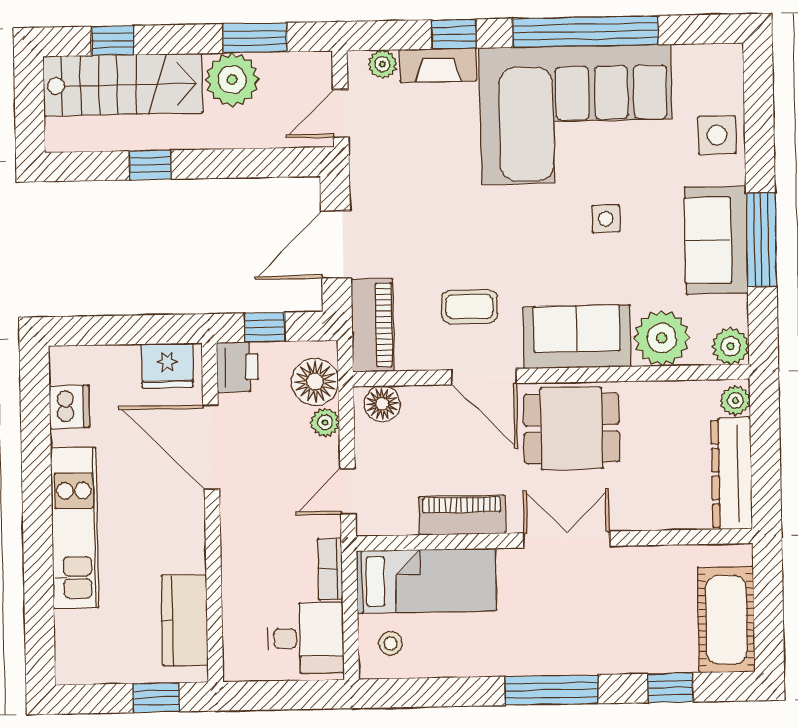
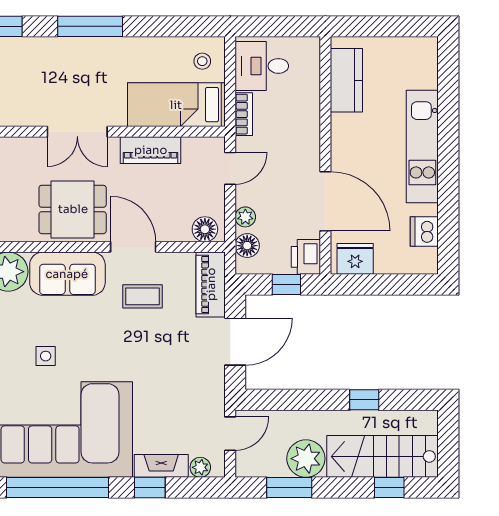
floor lamp: (315, 382) -> (247, 246), width x0.73, depth x0.73
window: (156, 698) -> (368, 26), removed

